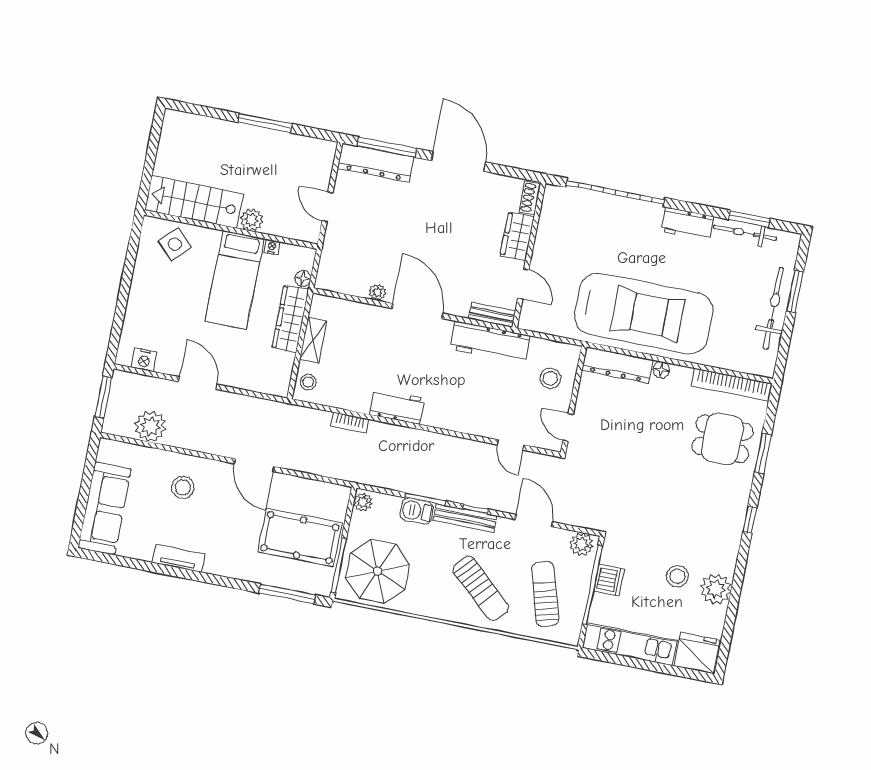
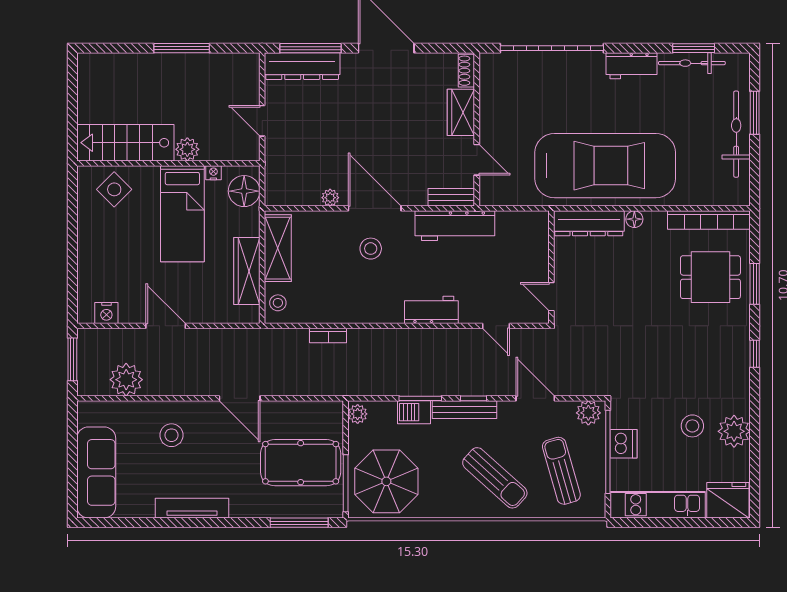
floor lamp: (303, 278) -> (244, 191), width x1.89, depth x1.89
wardrobe: (290, 319) -> (247, 271), moved
shelving: (313, 340) -> (278, 248), width x1.50, depth x1.33
stool: (550, 378) -> (371, 249), moved
workbench: (397, 407) -> (431, 310), moved
tv unit: (179, 558) -> (192, 508), width x1.41

